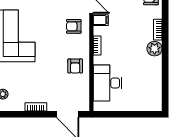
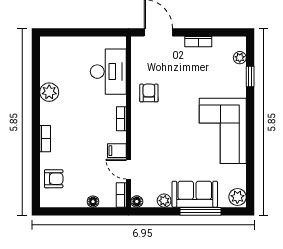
armchair: (74, 26) -> (151, 143), removed
plant: (155, 49) -> (49, 92), moved

